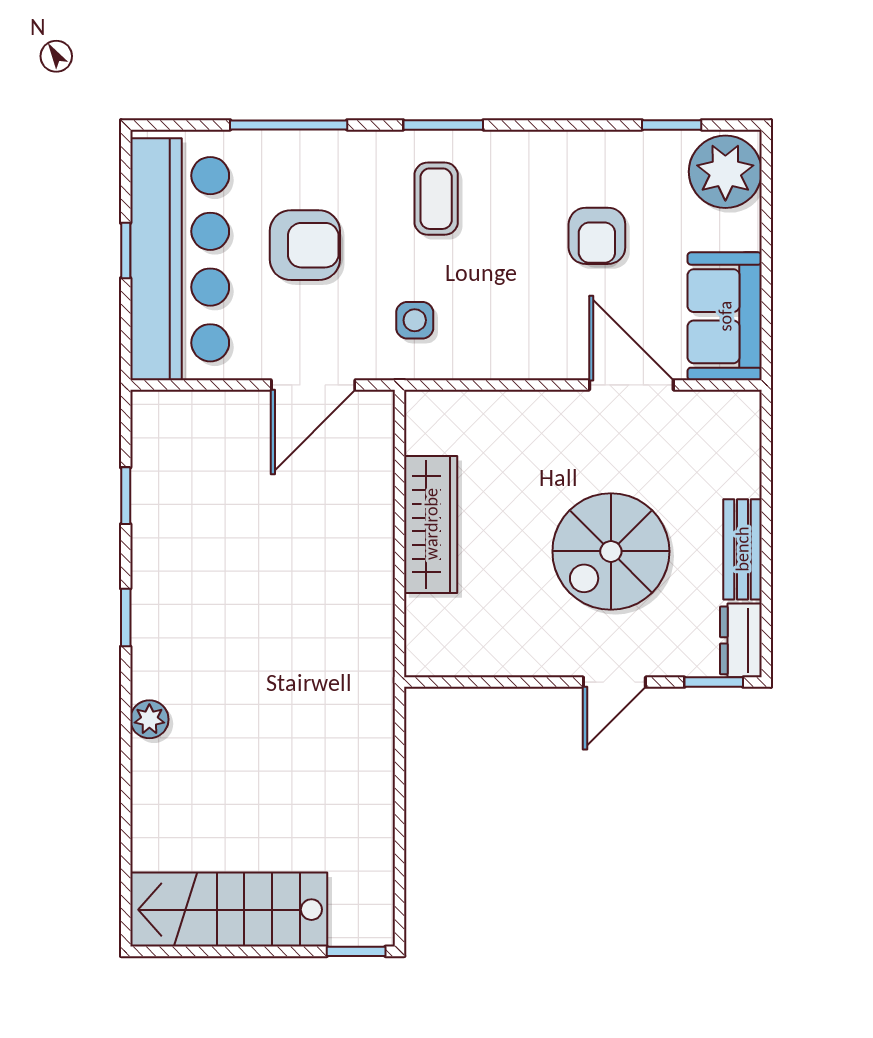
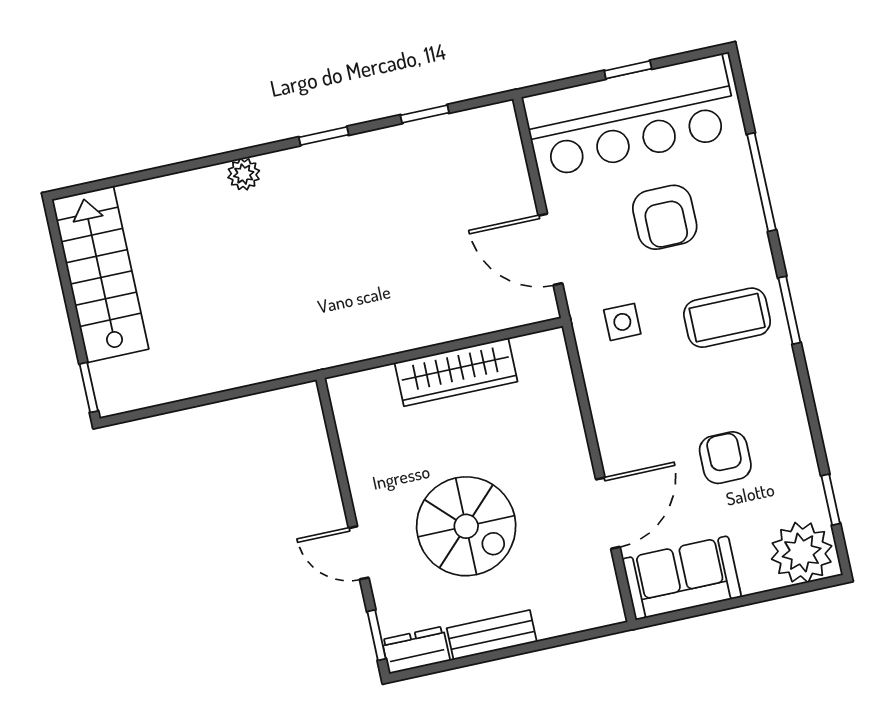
coffee table: (436, 199) -> (727, 318), width x1.36, depth x1.30
armchair: (597, 236) -> (725, 458), turned 90
spiral stairs: (611, 551) -> (466, 526), turned 180

